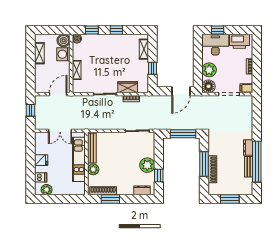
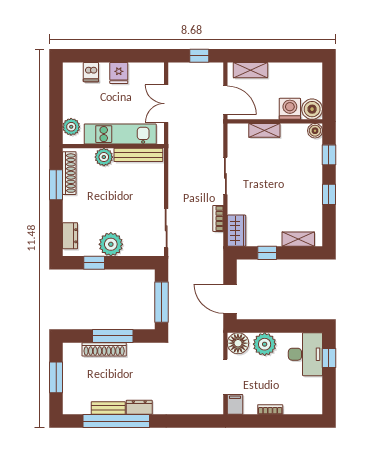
printer: (239, 41) -> (311, 393), removed
shelving: (39, 53) -> (250, 70), moved
wardrobe: (128, 87) -> (237, 231), moved
plant: (47, 190) -> (71, 127), moved

